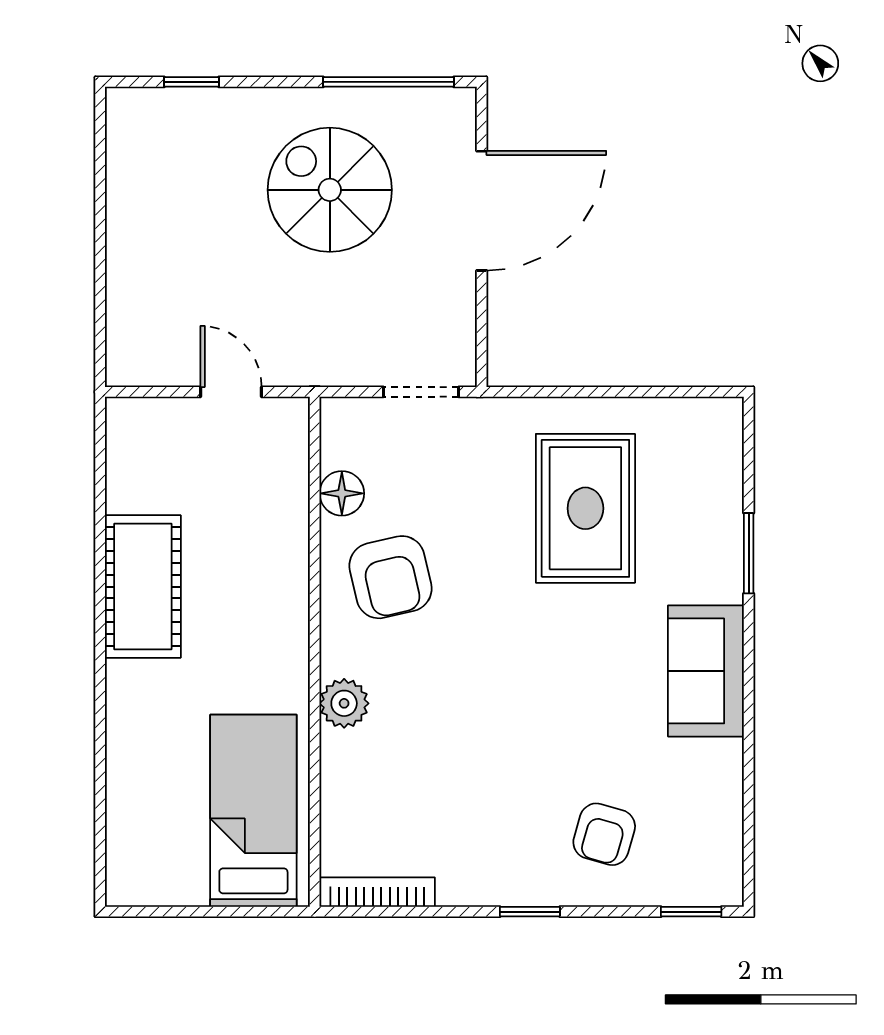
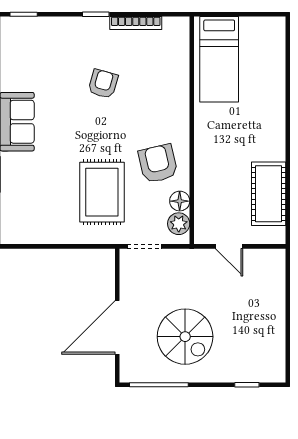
rug: (585, 508) -> (102, 192), moved
cot: (143, 587) -> (269, 194), moved
plant: (344, 703) -> (179, 224), moved
armchair: (604, 834) -> (103, 84), moved
bookcase: (377, 892) -> (136, 23), moved

